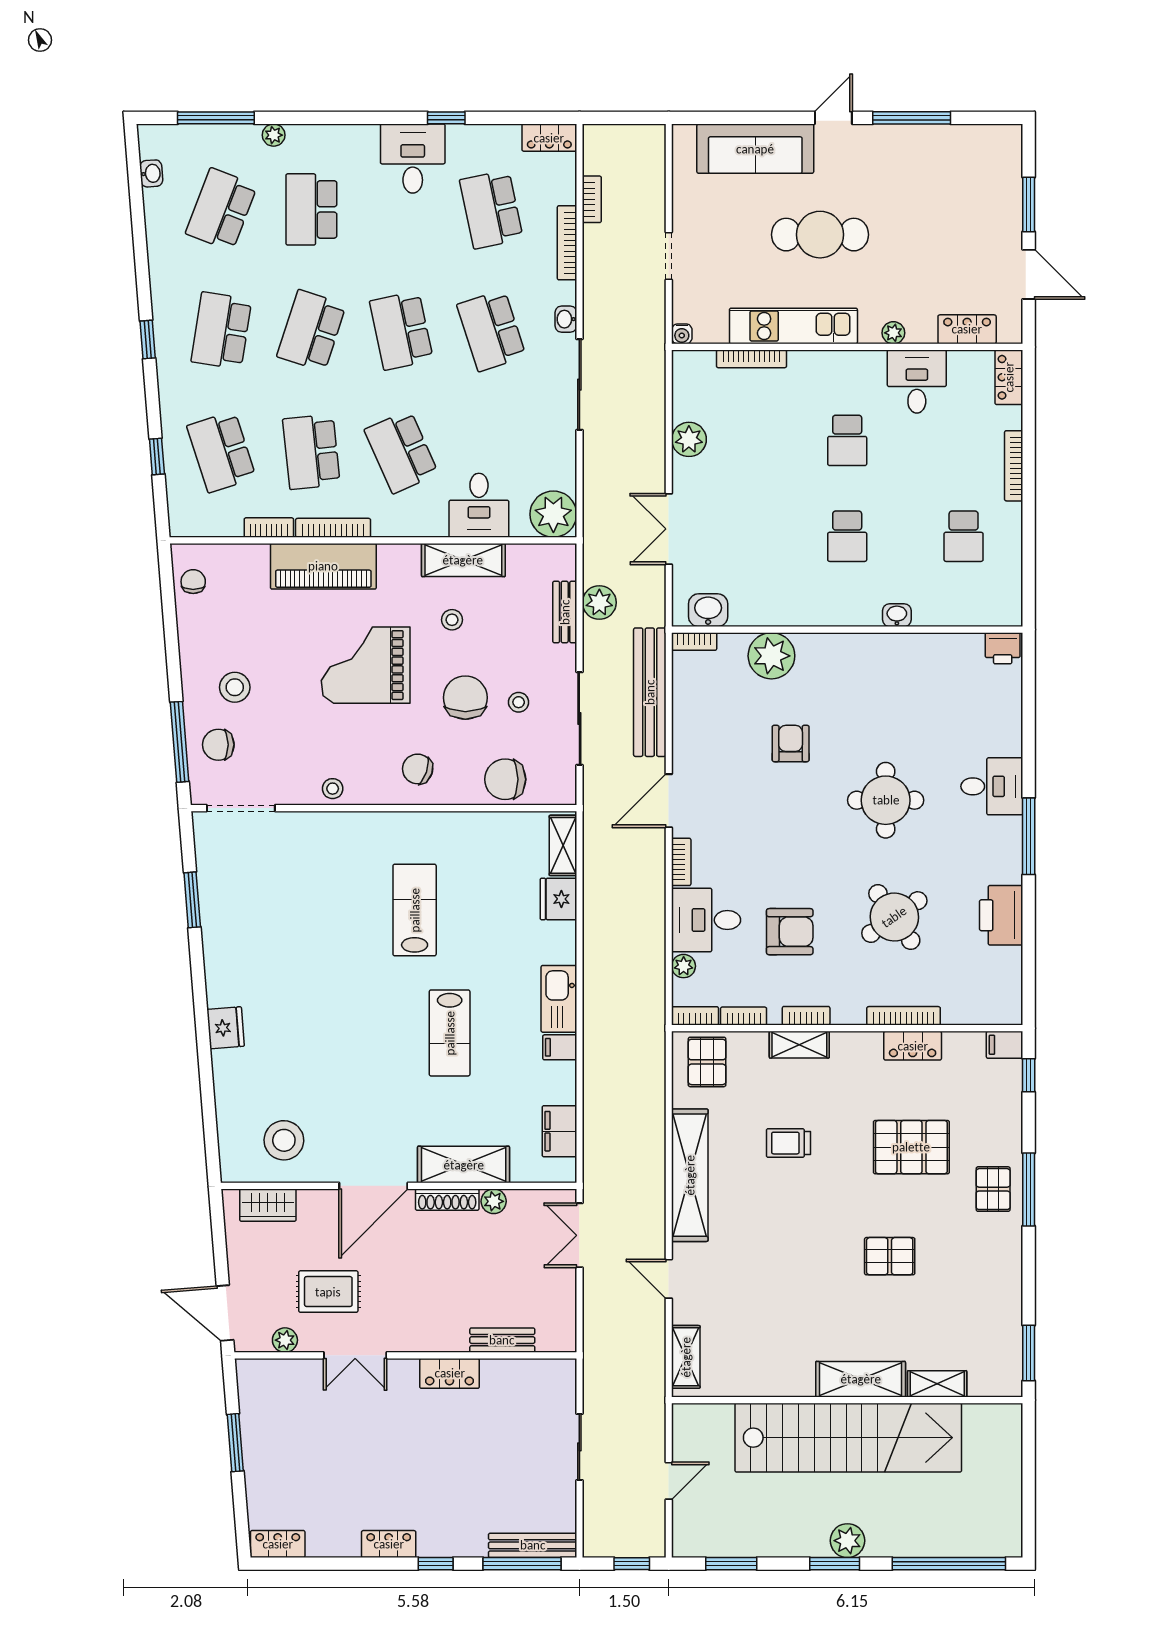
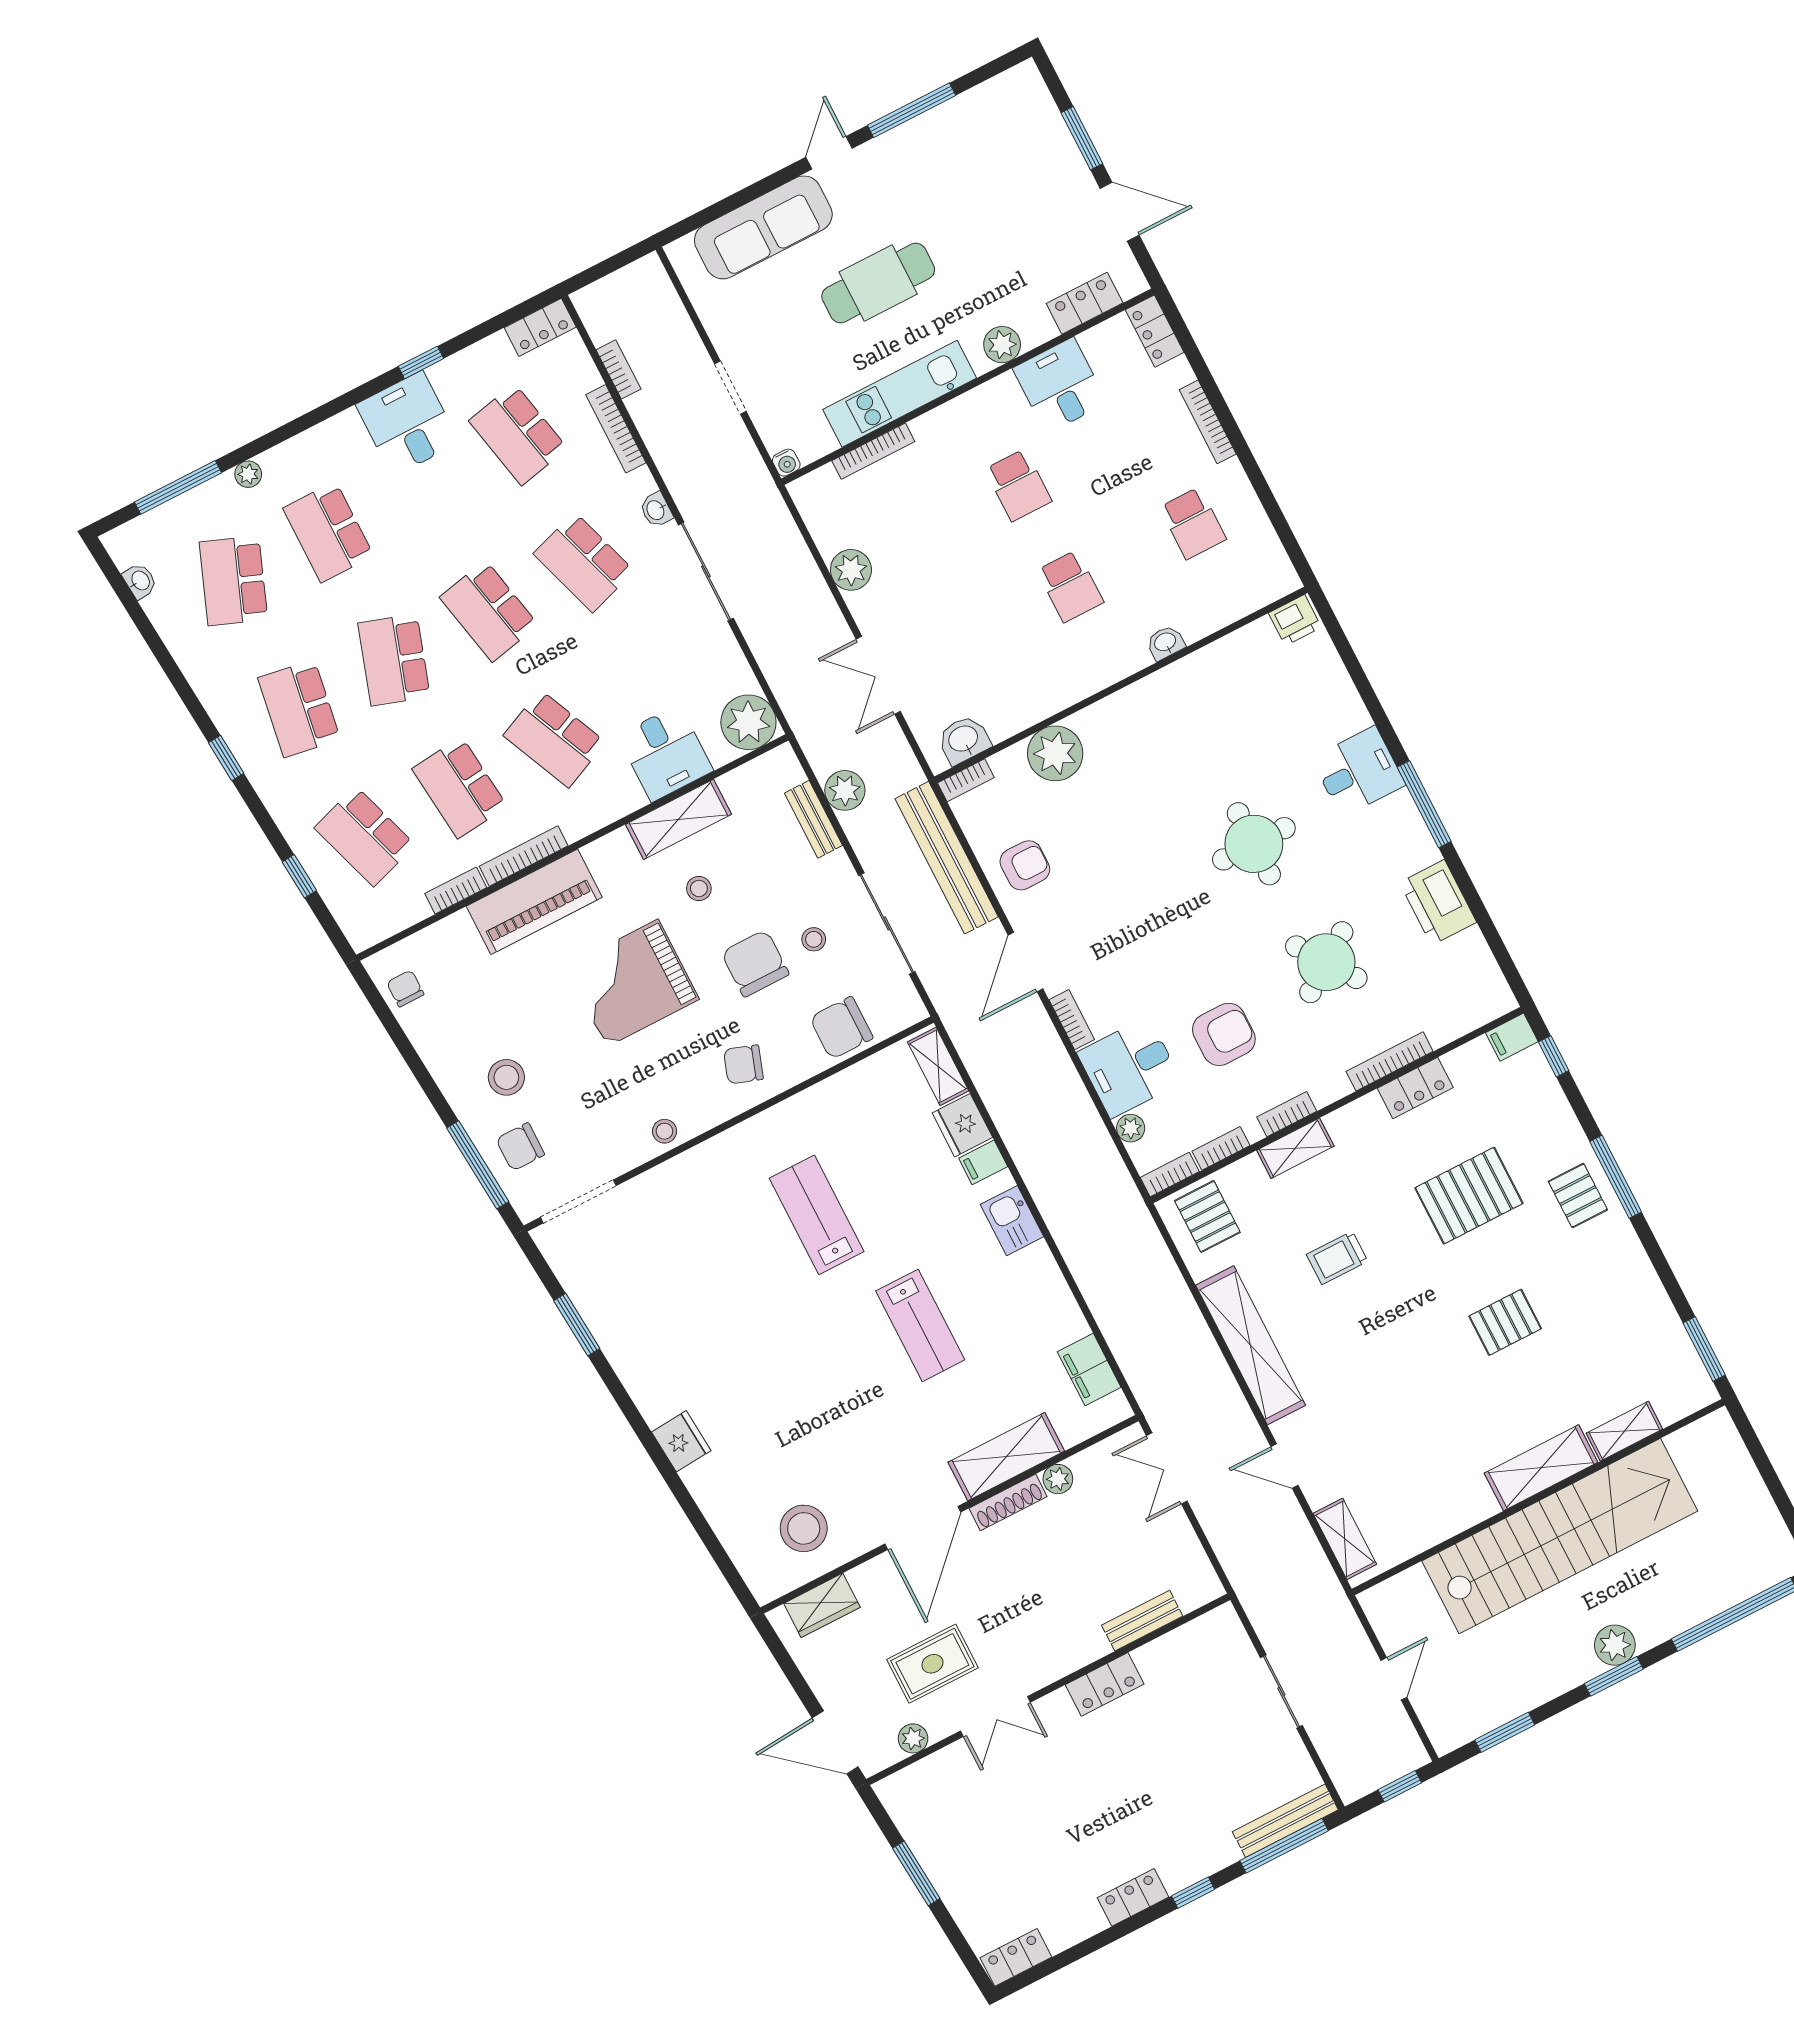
plant: (893, 333) -> (1002, 345), width x1.38, depth x1.38
armchair: (791, 743) -> (1025, 865), moved, turned 90
kitchen sink: (559, 999) -> (1012, 1221), width x0.73
filing cabinet: (560, 1047) -> (983, 1162), moved

